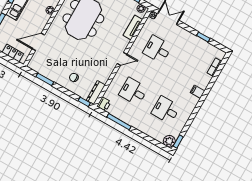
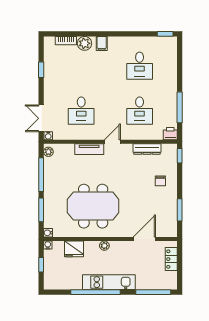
tv unit: (133, 27) -> (89, 149), moved
door: (38, 42) -> (144, 239), swing flipped
door: (122, 59) -> (112, 142), hinge flipped
dresser: (96, 93) -> (147, 149), moved
plant: (169, 141) -> (84, 43), moved

